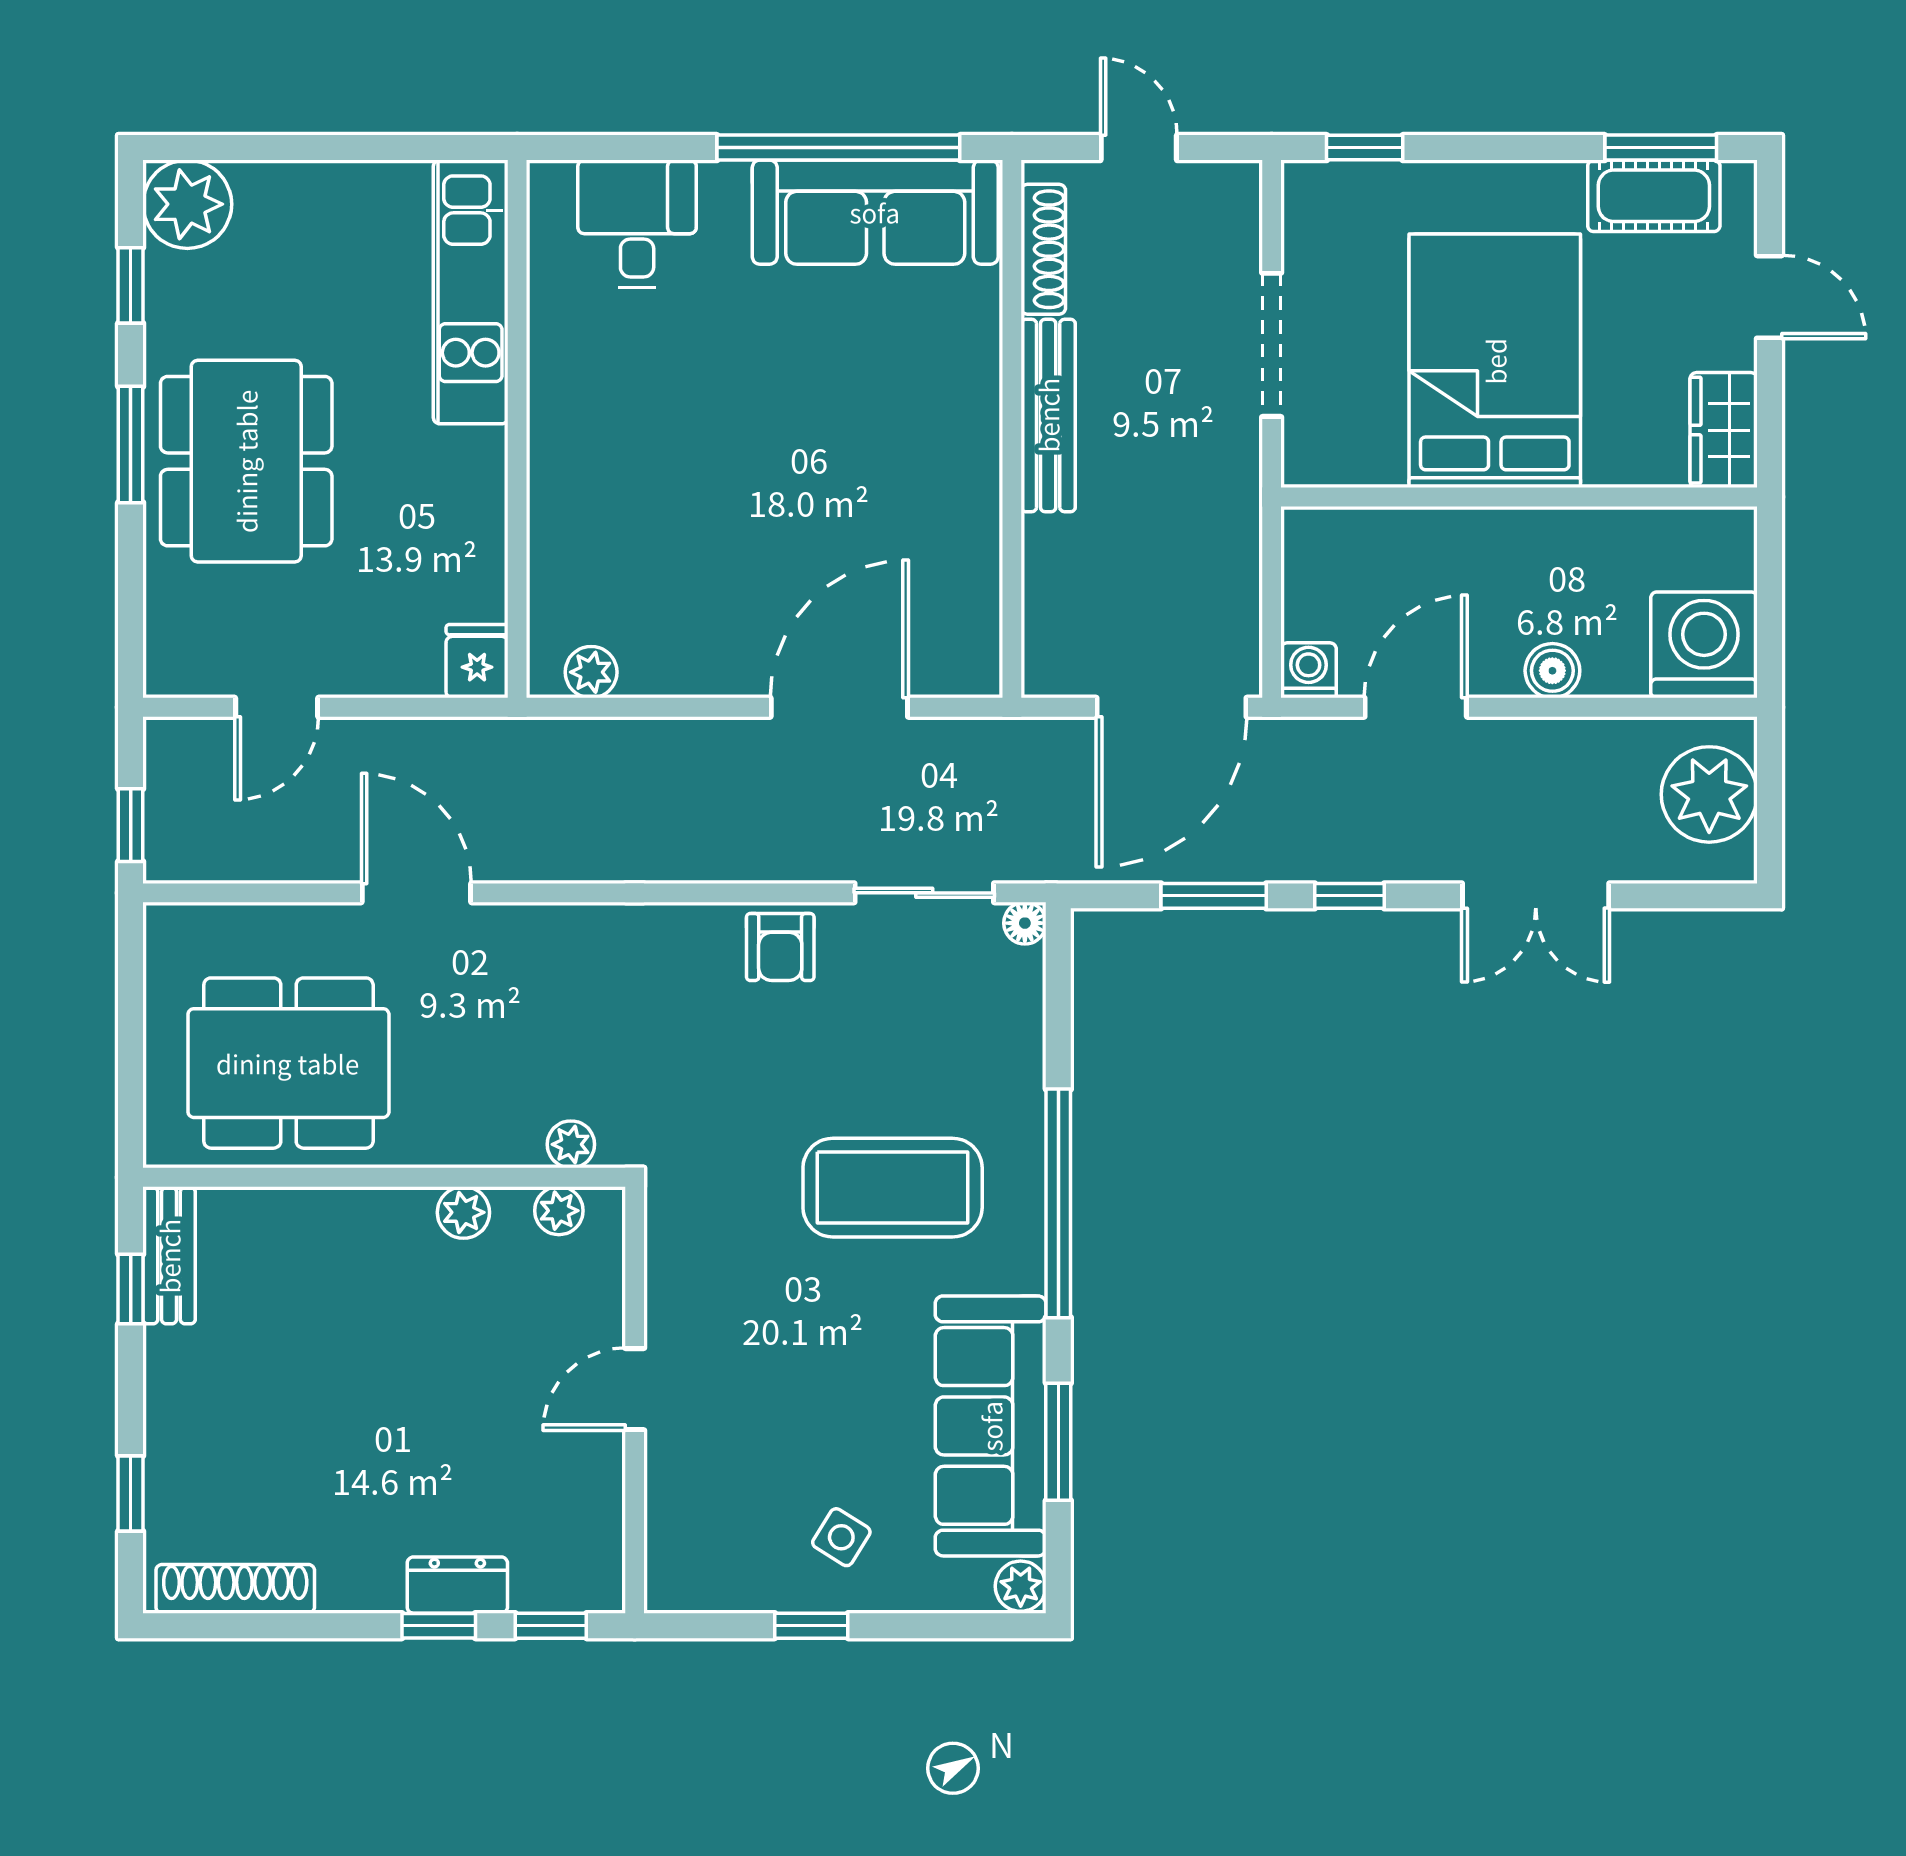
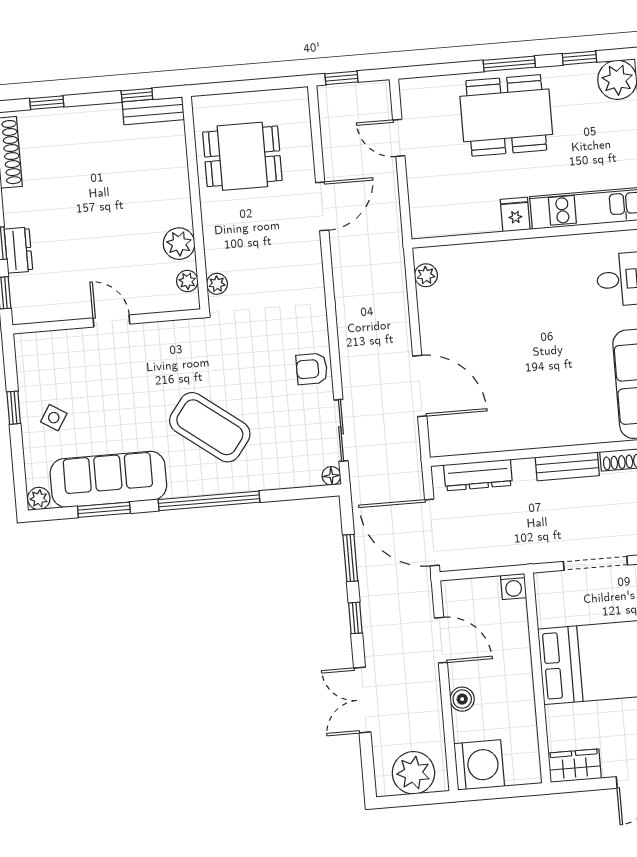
bench: (1048, 415) -> (567, 466), width x0.73
dresser: (1051, 593) -> (478, 475), added
fridge: (477, 661) -> (515, 214), moved, turned -90
washing machine: (1309, 670) -> (513, 586), moved, turned 90
dining table: (288, 1063) -> (242, 156), width x0.73
coffee table: (893, 1188) -> (210, 427), turned -53
plant: (463, 1212) -> (179, 244), width x1.38, depth x1.38

